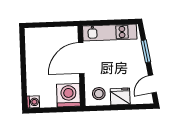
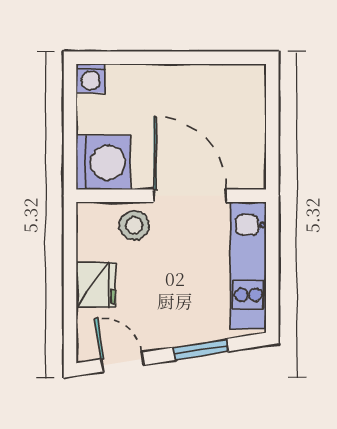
stool: (99, 94) -> (134, 225), moved

